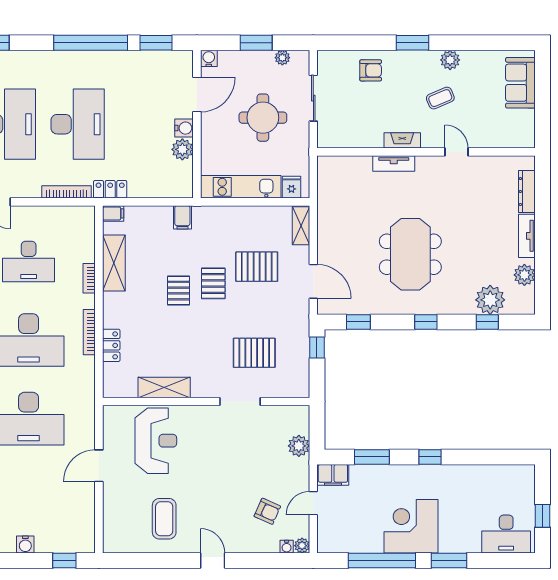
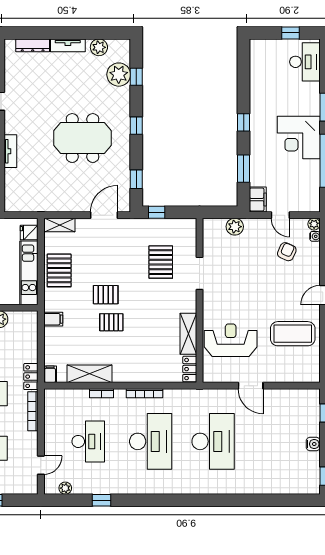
pallet: (257, 267) -> (59, 270), moved
locker: (111, 345) -> (190, 369), moved, turned -90
coffee table: (164, 519) -> (293, 334), width x1.36, depth x1.32

